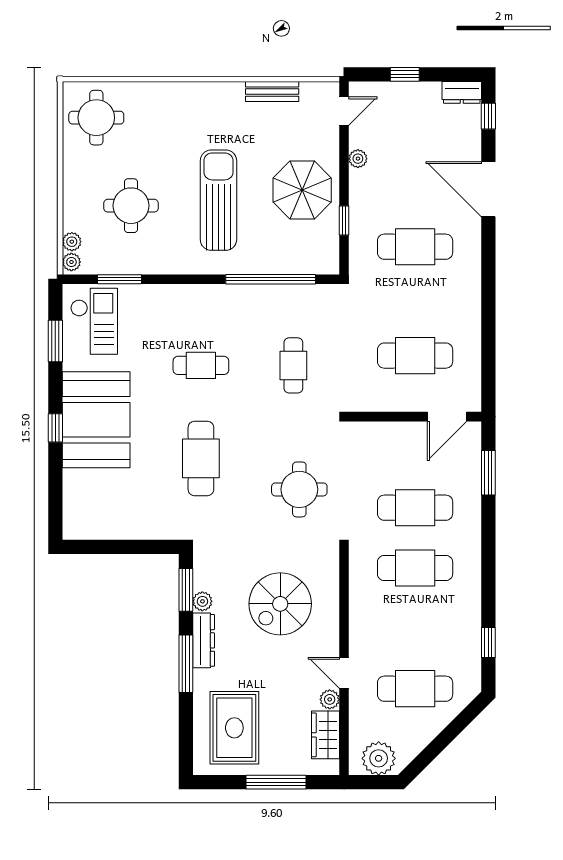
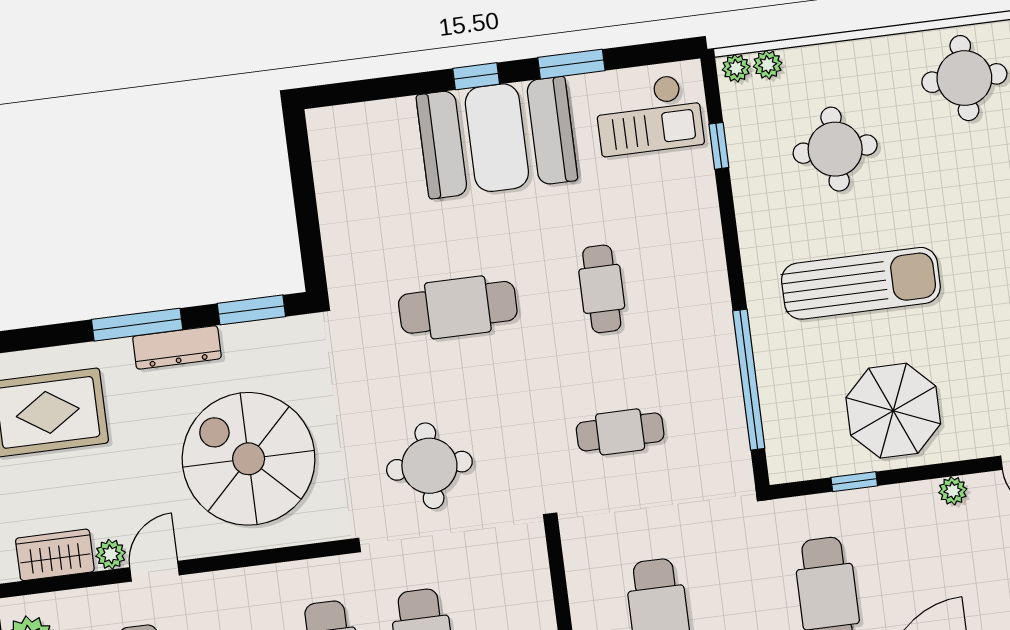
window: (119, 279) -> (719, 146), width x0.67
window: (55, 341) -> (571, 64), moved
plant: (202, 601) -> (237, 338), removed
spiral stairs: (280, 604) -> (249, 459), width x1.37, depth x1.37

